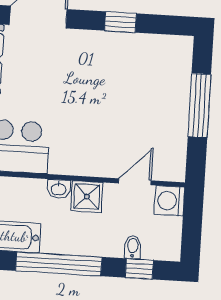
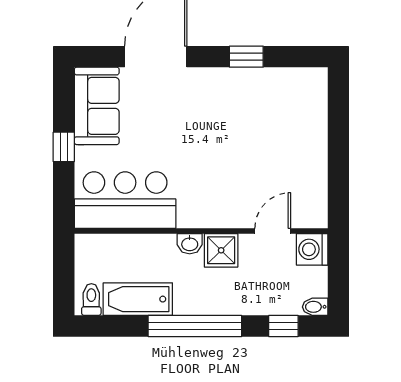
window: (199, 106) -> (338, 143), removed
bidet: (133, 247) -> (315, 307), moved, turned -90

